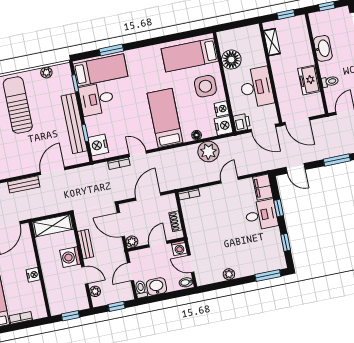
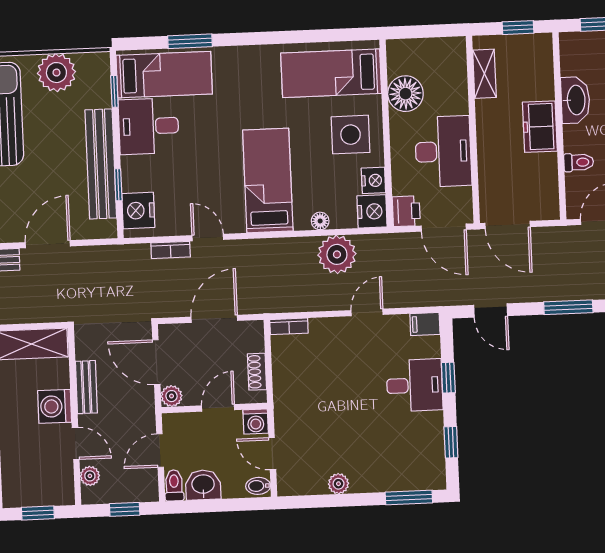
plant: (46, 72) -> (56, 73), width x1.87, depth x1.87
freezer: (309, 80) -> (540, 127), moved
filing cabinet: (263, 187) -> (425, 324), width x0.50

